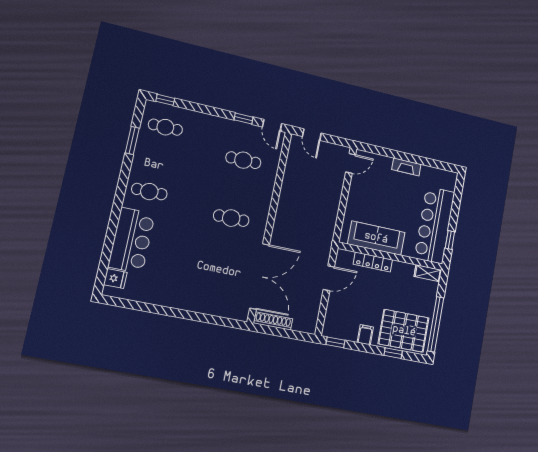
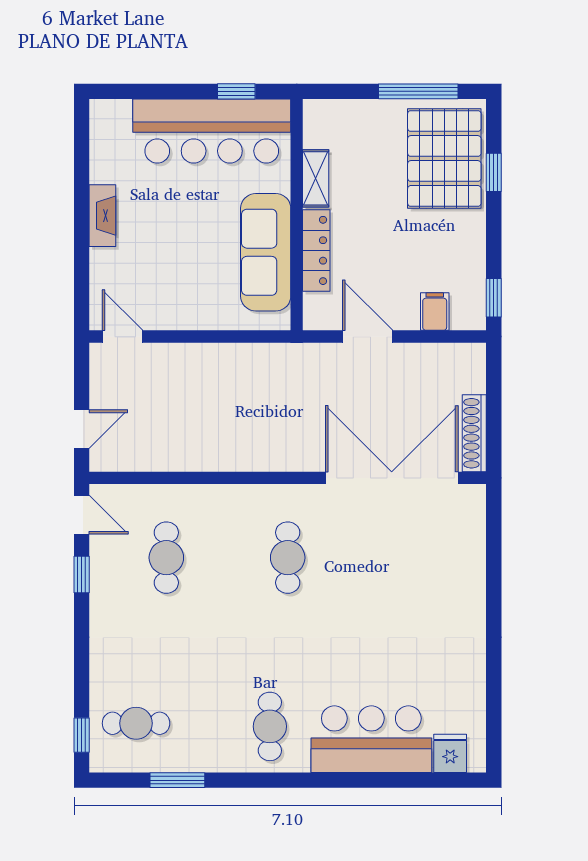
door: (272, 125) -> (82, 515), hinge flipped
cafe table: (165, 127) -> (136, 723), turned 90
shelving: (428, 273) -> (316, 178), moved
window: (436, 324) -> (418, 91), width x0.68
filing cabinet: (365, 335) -> (435, 312), moved, turned 90

